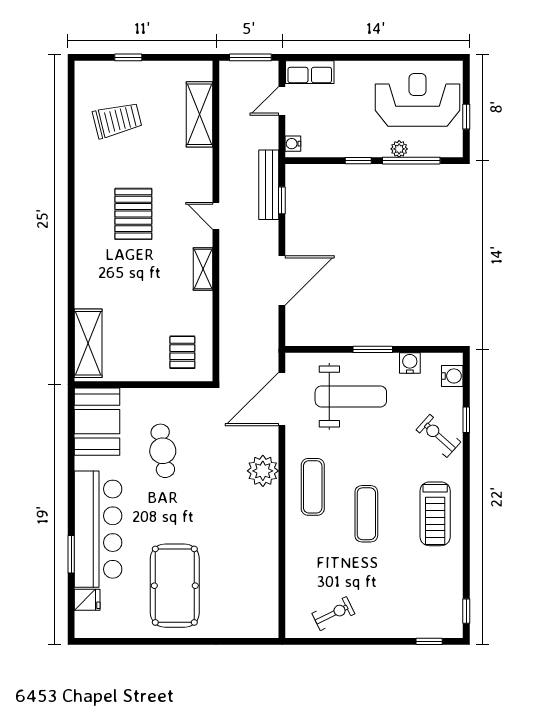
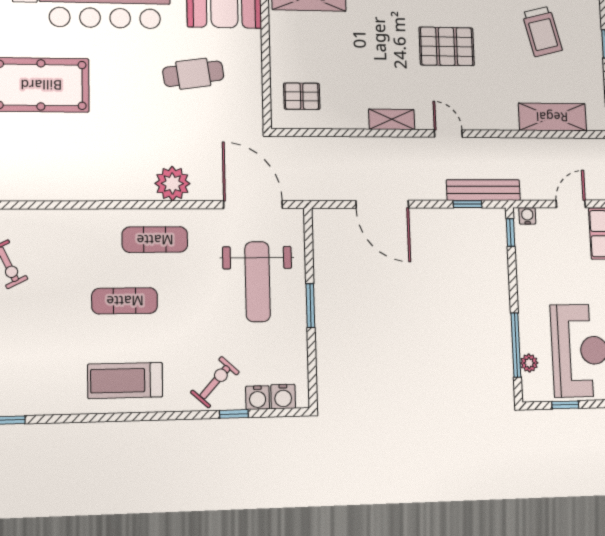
door: (282, 101) -> (571, 204), hinge flipped
plant: (399, 149) -> (529, 363), moved
window: (358, 161) -> (510, 232), moved
door: (216, 216) -> (448, 133), hinge flipped
water cooler: (410, 363) -> (258, 398), moved, turned 90

